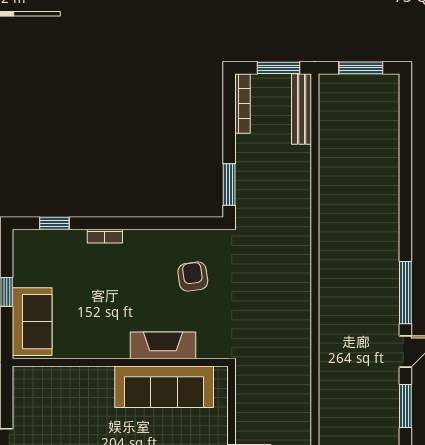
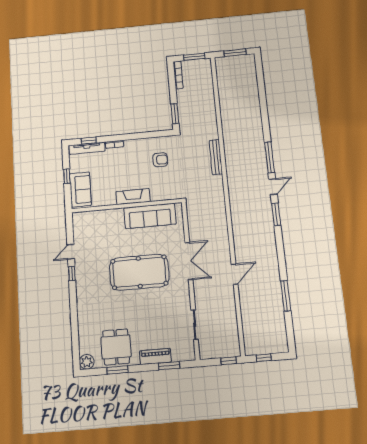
bench: (302, 109) -> (216, 157), moved
tv unit: (50, 239) -> (87, 148), added
armchair: (193, 276) -> (160, 160), turned 98
fireplace: (163, 345) -> (133, 197), moved

